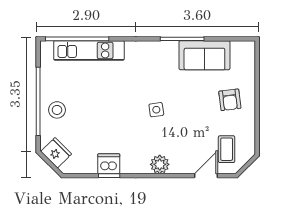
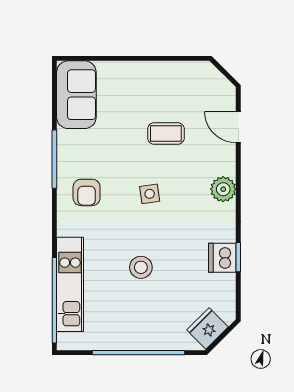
sofa: (204, 55) -> (76, 95), moved
armchair: (230, 100) -> (87, 192), moved, turned 97
stool: (57, 110) -> (141, 267), moved
coffee table: (227, 149) -> (166, 134), moved

